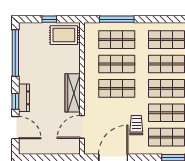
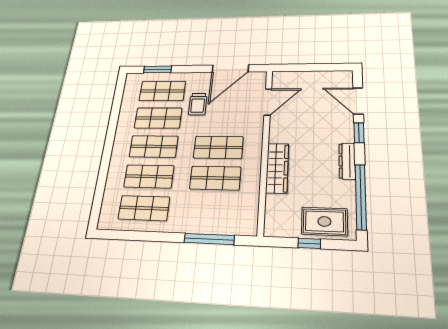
rug: (64, 35) -> (324, 221), moved
shop shelf: (117, 40) -> (212, 210), removed
wardrobe: (73, 93) -> (277, 168), moved
dresser: (24, 98) -> (347, 161), moved

